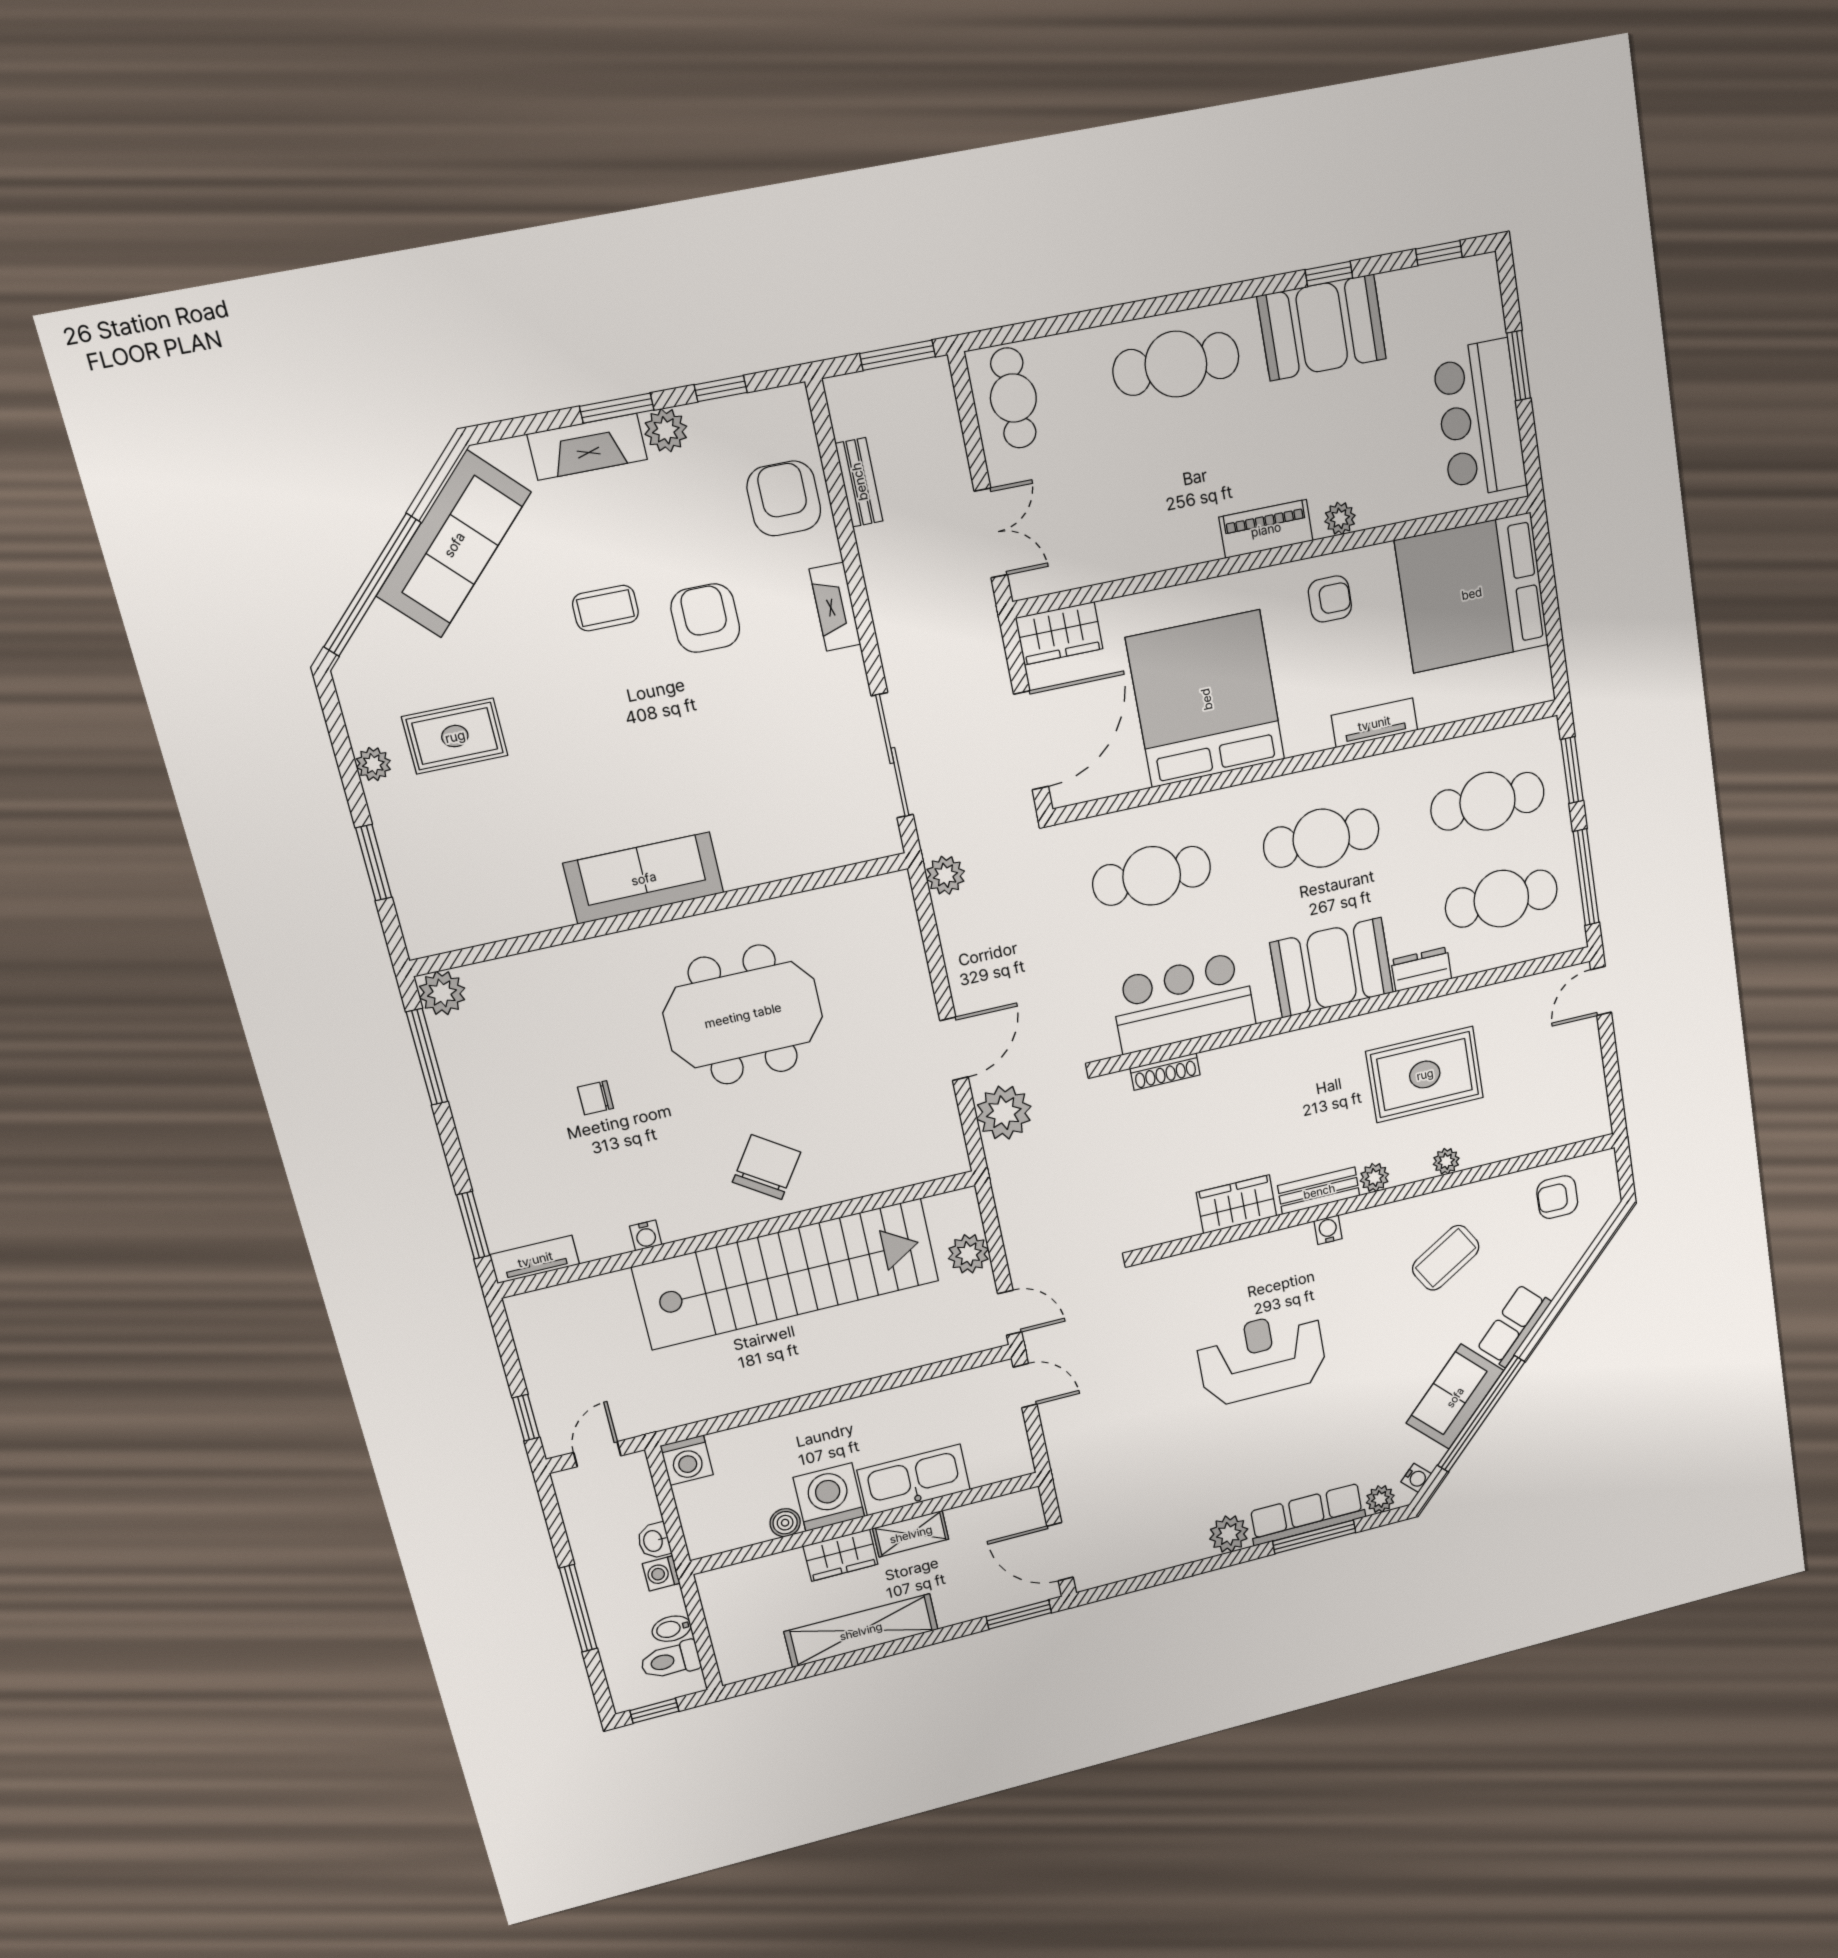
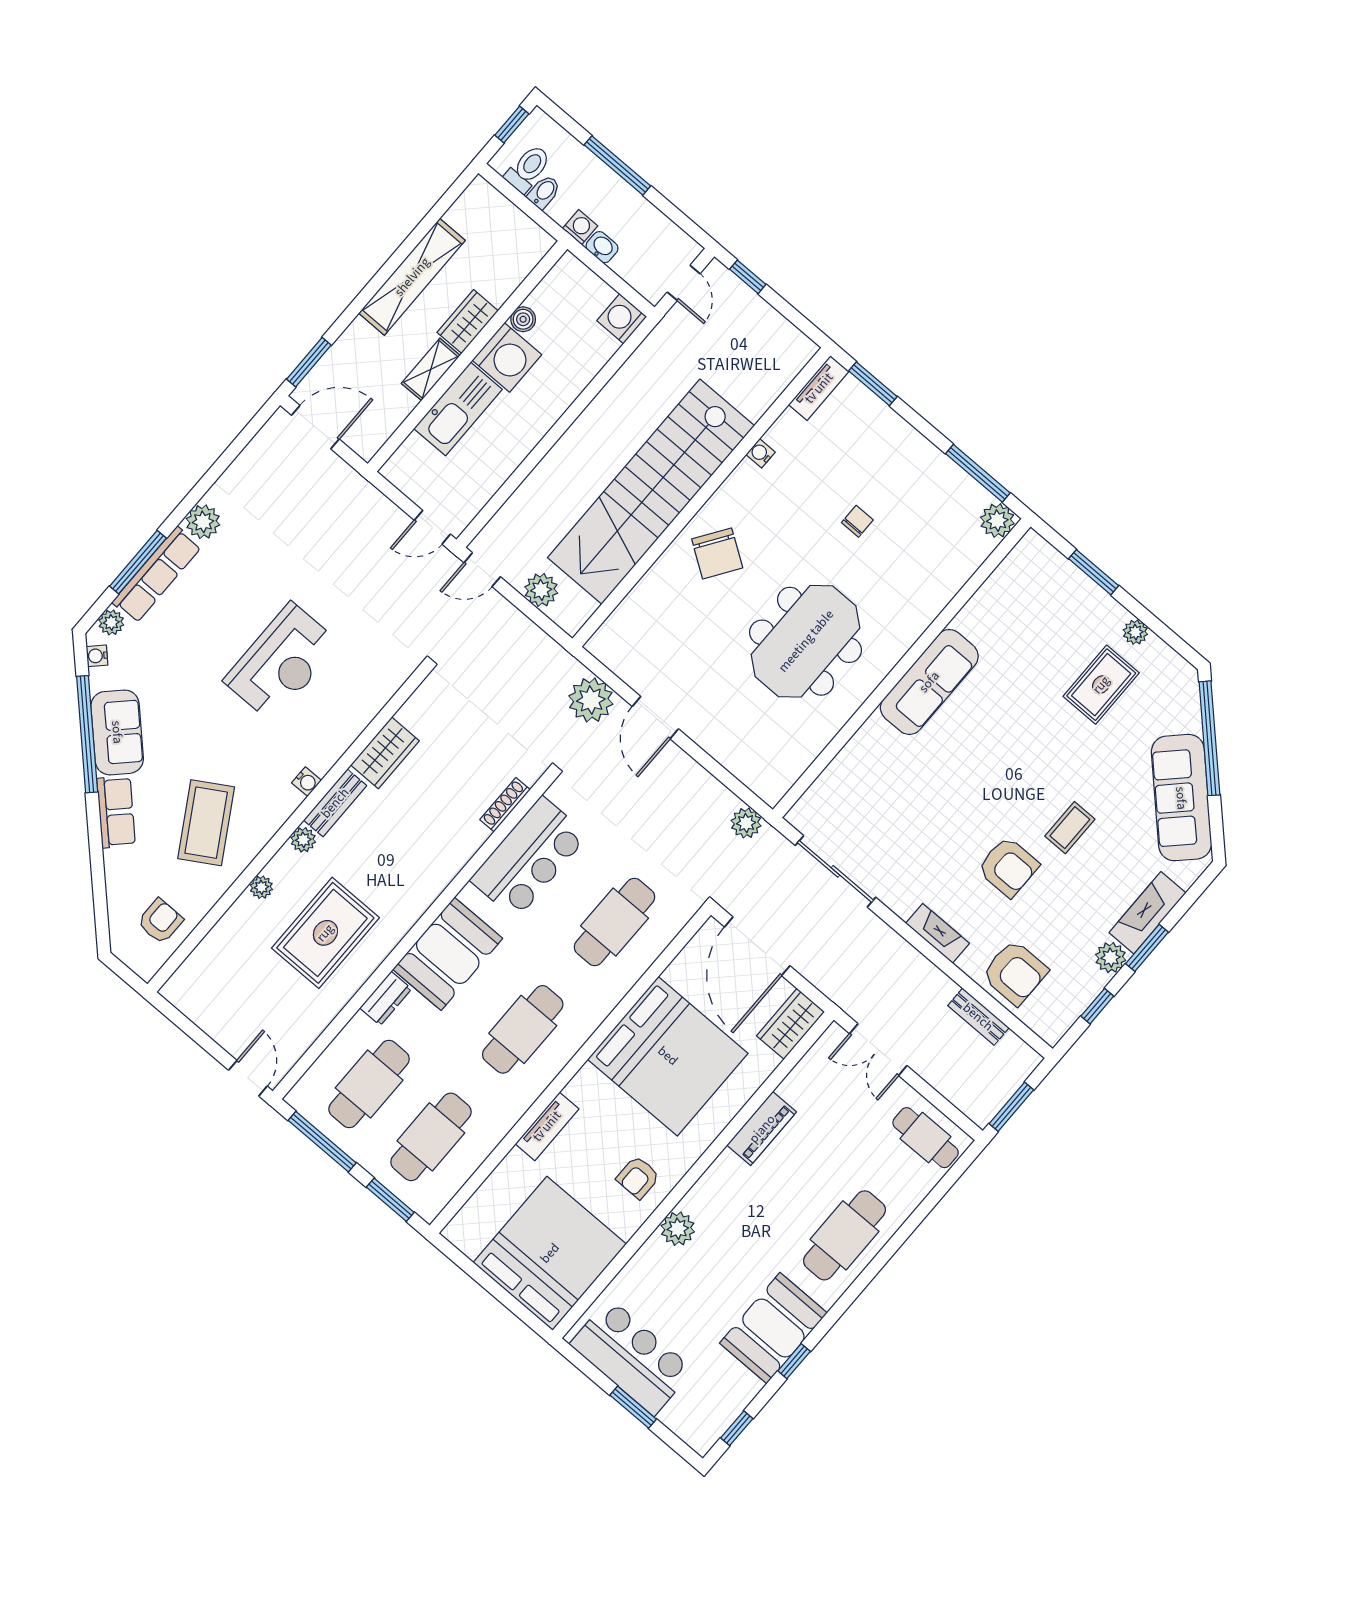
plant: (1340, 518) -> (678, 1229), width x1.38, depth x1.38
piano: (1266, 529) -> (762, 1129), moved
coffee table: (1446, 1258) -> (206, 823), width x1.36, depth x1.32

